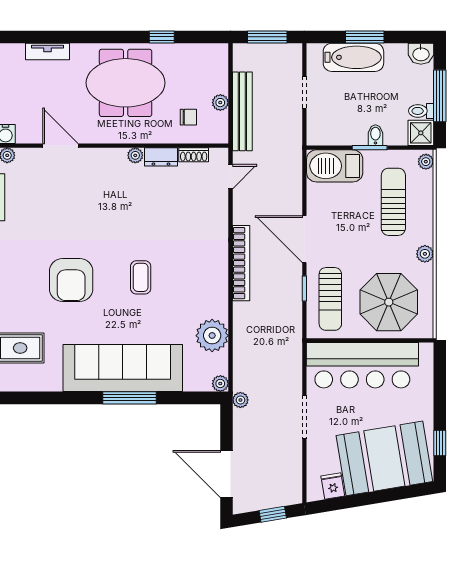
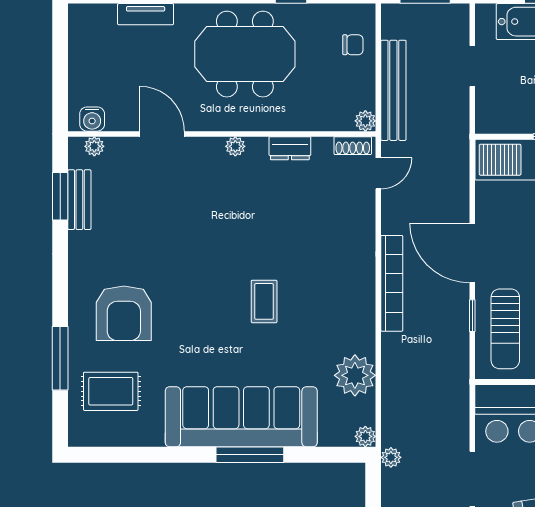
plant: (220, 103) -> (365, 121), moved
chair: (188, 117) -> (353, 45), moved
plant: (135, 155) -> (235, 146), moved
shoe rack: (194, 155) -> (353, 146), moved
armchair: (71, 280) -> (124, 313), moved

